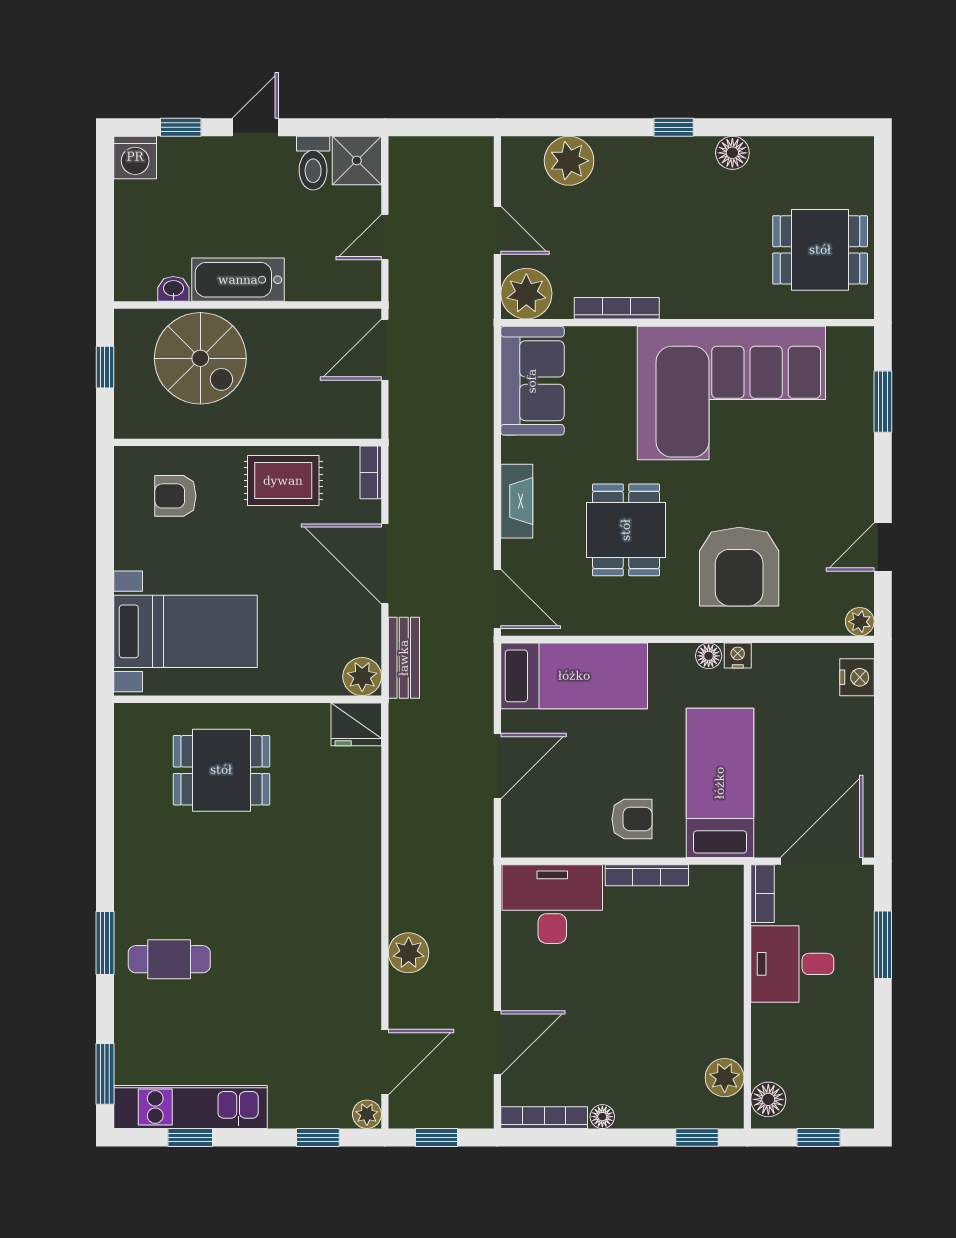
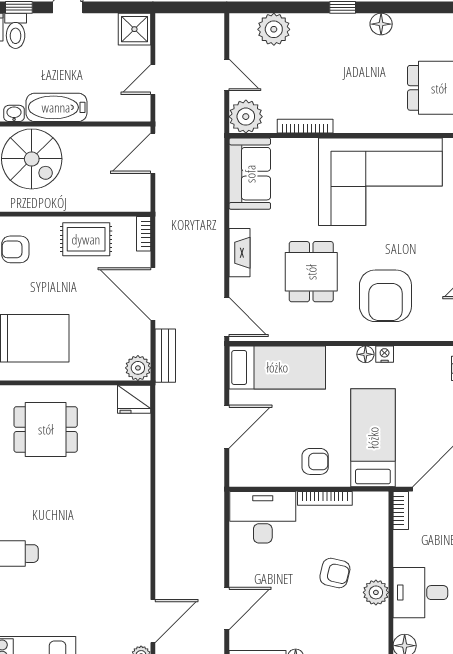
toilet: (313, 163) -> (16, 31), moved
plant: (409, 953) -> (168, 549), removed
desk: (792, 964) -> (420, 593), moved
armchair: (662, 989) -> (335, 573), added
plant: (725, 1078) -> (376, 592), moved

